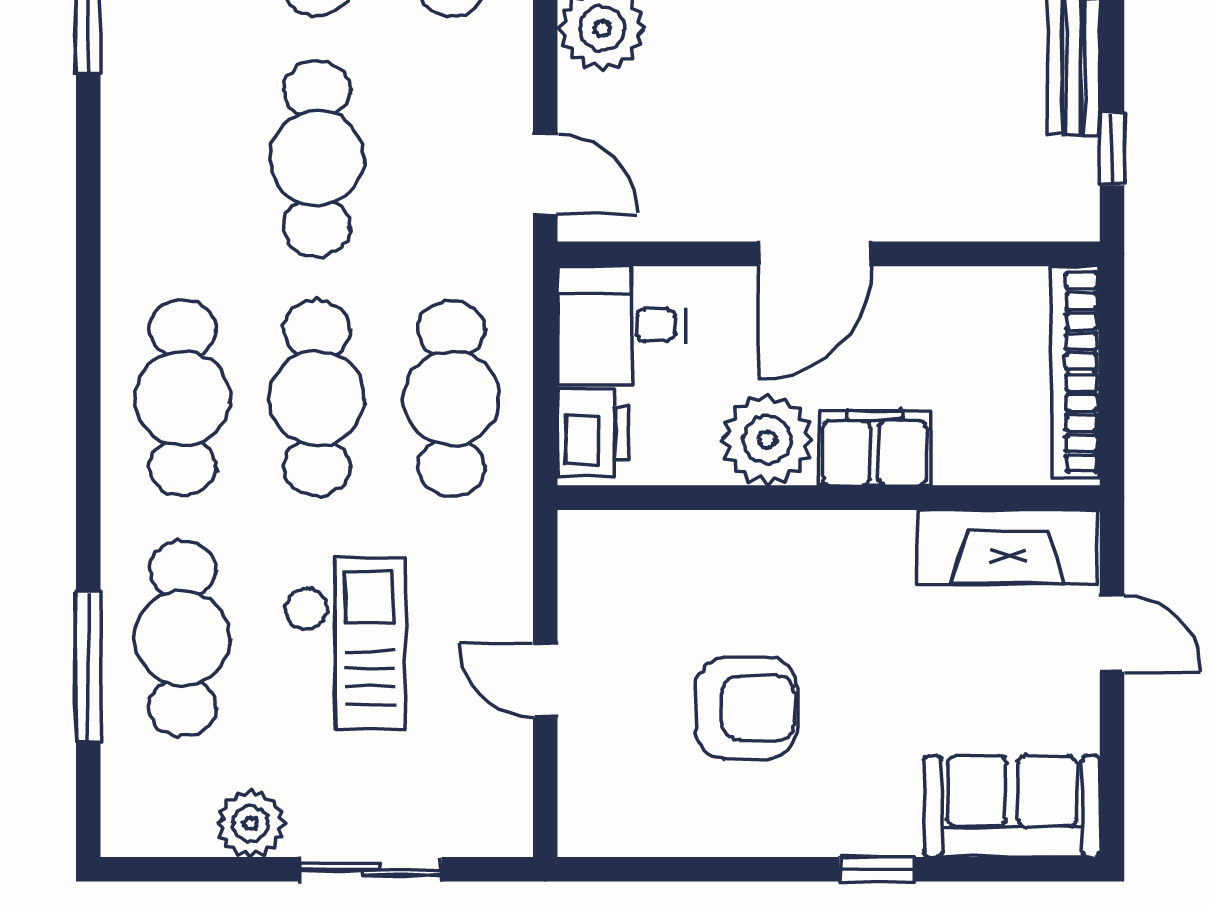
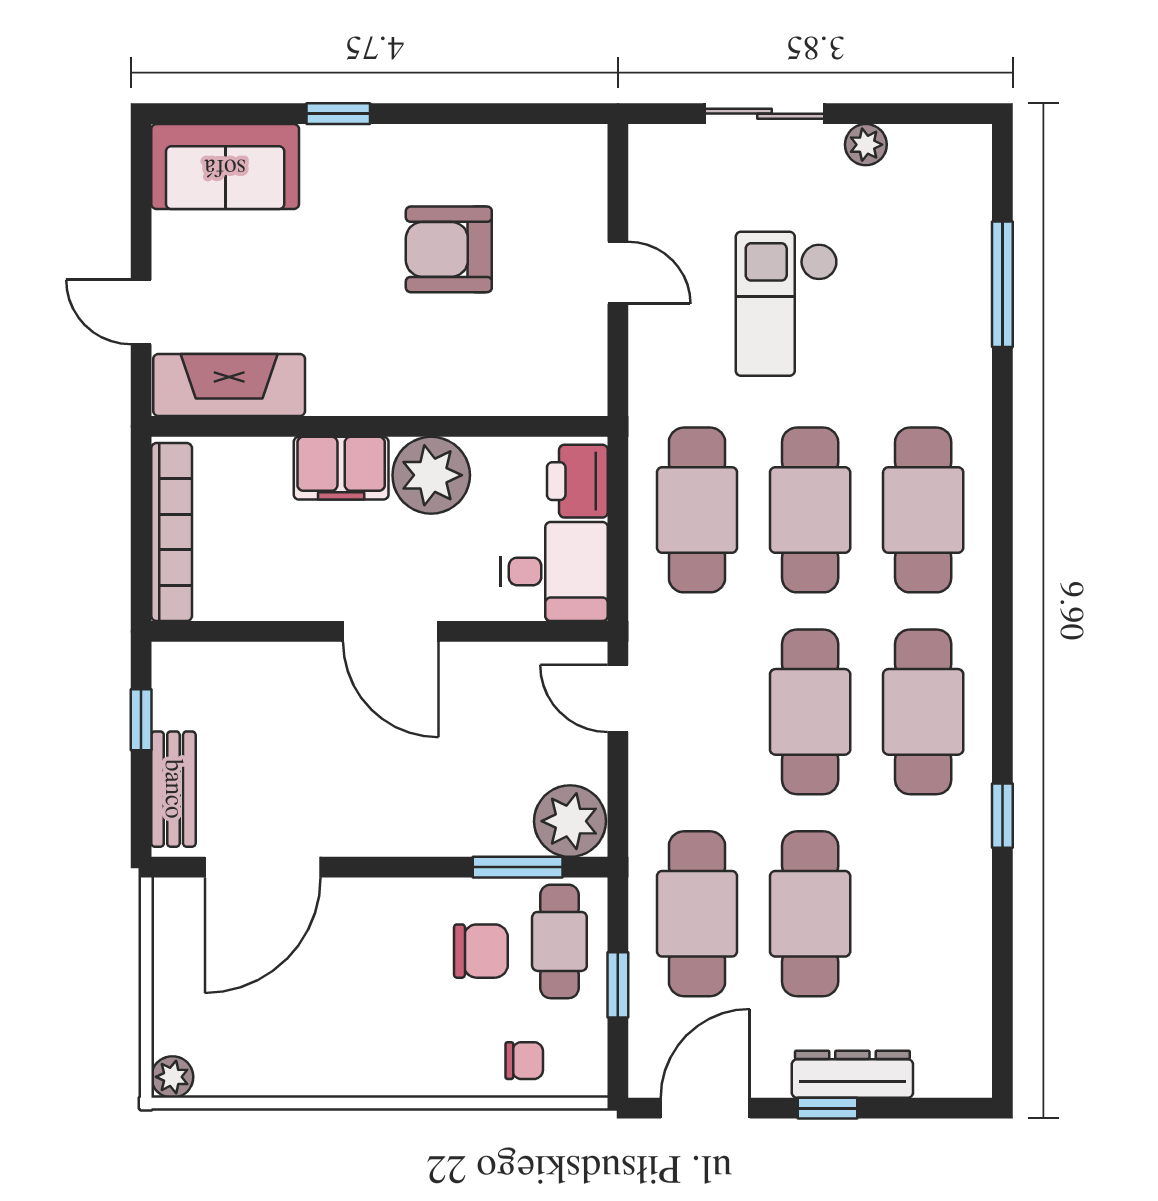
door: (815, 254) -> (391, 631), swing flipped
cafe table: (182, 638) -> (923, 712), moved
plant: (251, 823) -> (866, 145), width x0.73, depth x0.73

